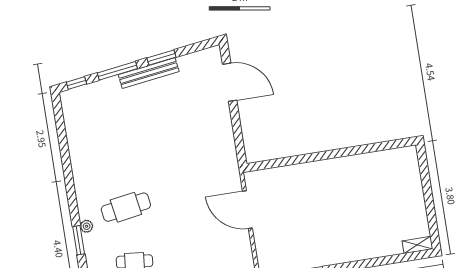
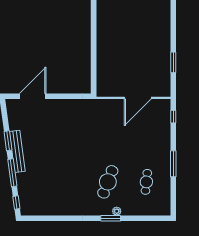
cafe table: (126, 207) -> (108, 182), turned 30
door: (247, 210) -> (138, 98), moved
window: (79, 240) -> (111, 218), moved

